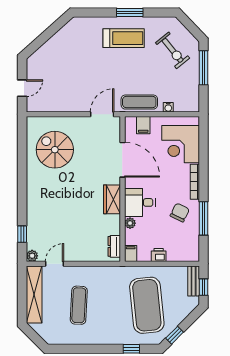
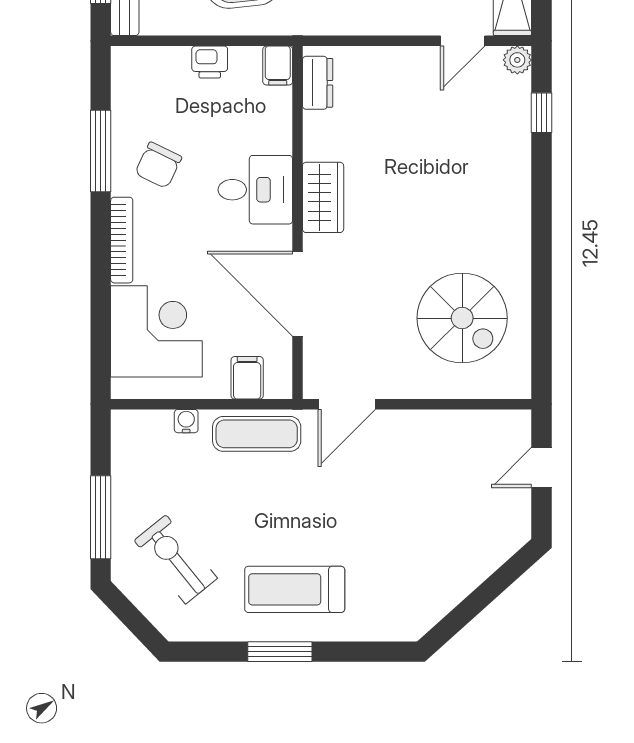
plant: (130, 223) -> (279, 139), removed

